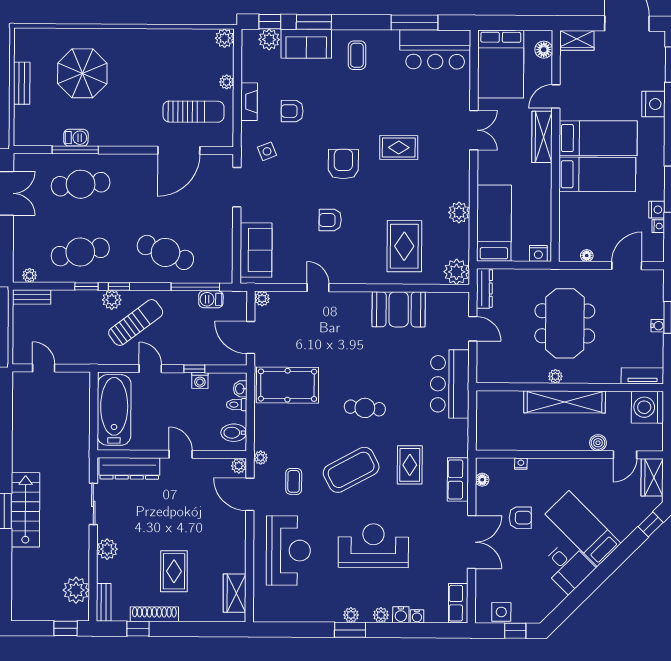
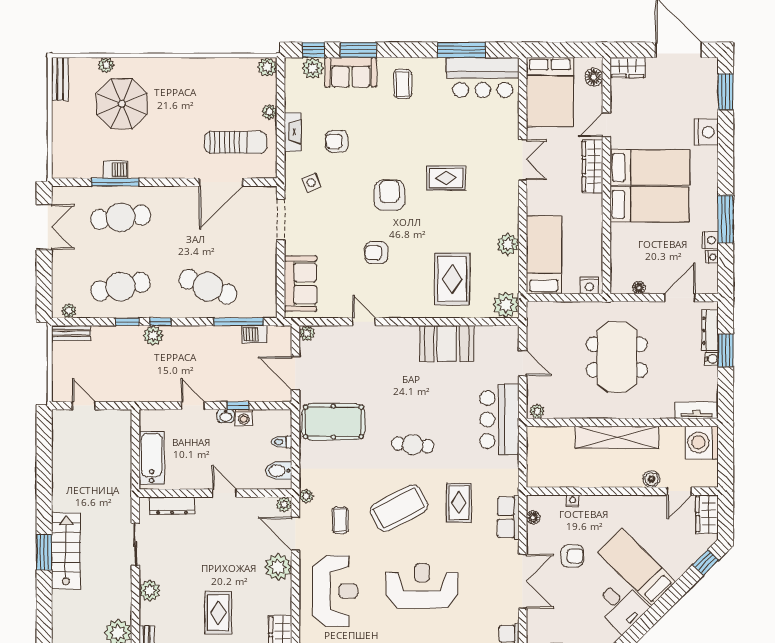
plant: (67, 35) -> (106, 65), added
bench: (22, 83) -> (60, 79), moved
dresser: (484, 288) -> (710, 331), moved, turned 180
sun lounger: (136, 322) -> (178, 358), removed
plant: (555, 376) -> (537, 411), moved
washbasin: (240, 389) -> (226, 416), moved, turned -90
bathtub: (114, 410) -> (152, 458), width x0.73, depth x0.73
dresser: (129, 468) -> (172, 506), width x0.73, depth x0.80
plant: (233, 527) -> (278, 567), added

